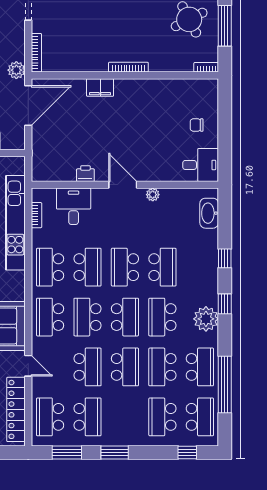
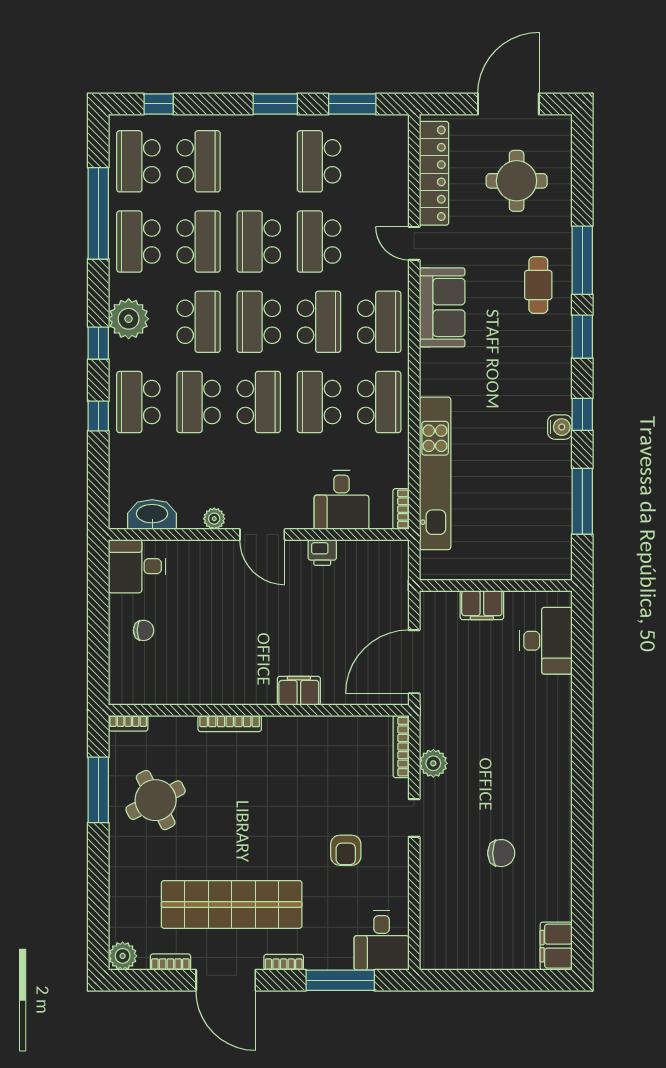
bookcase: (128, 67) -> (230, 723), moved
plant: (16, 70) -> (433, 763), moved
washbasin: (209, 213) -> (152, 515), moved, turned -90
bookcase: (37, 215) -> (401, 509), moved
school desk: (50, 417) -> (138, 402), moved, turned 180

